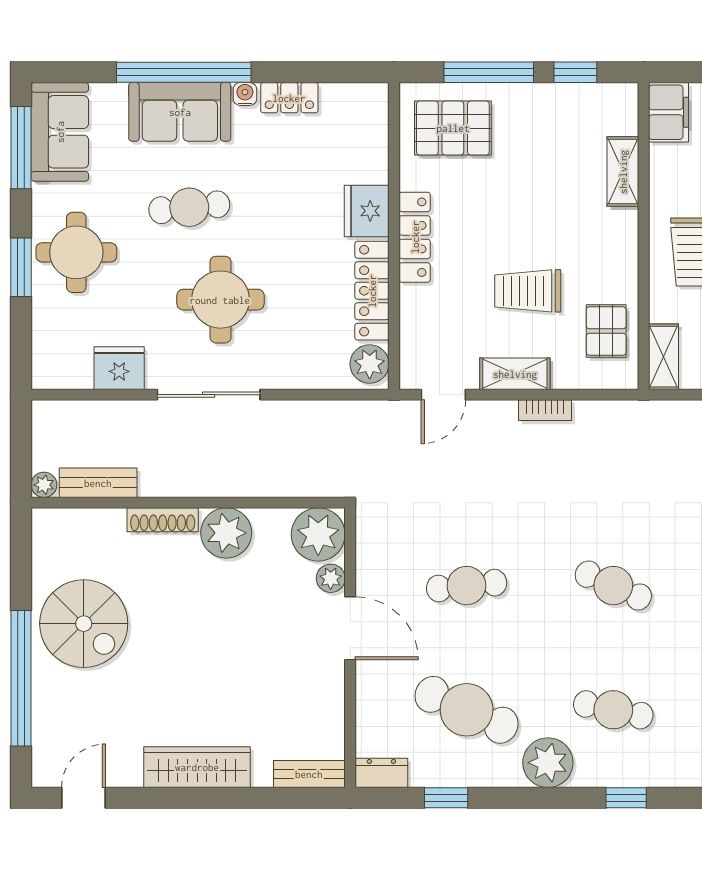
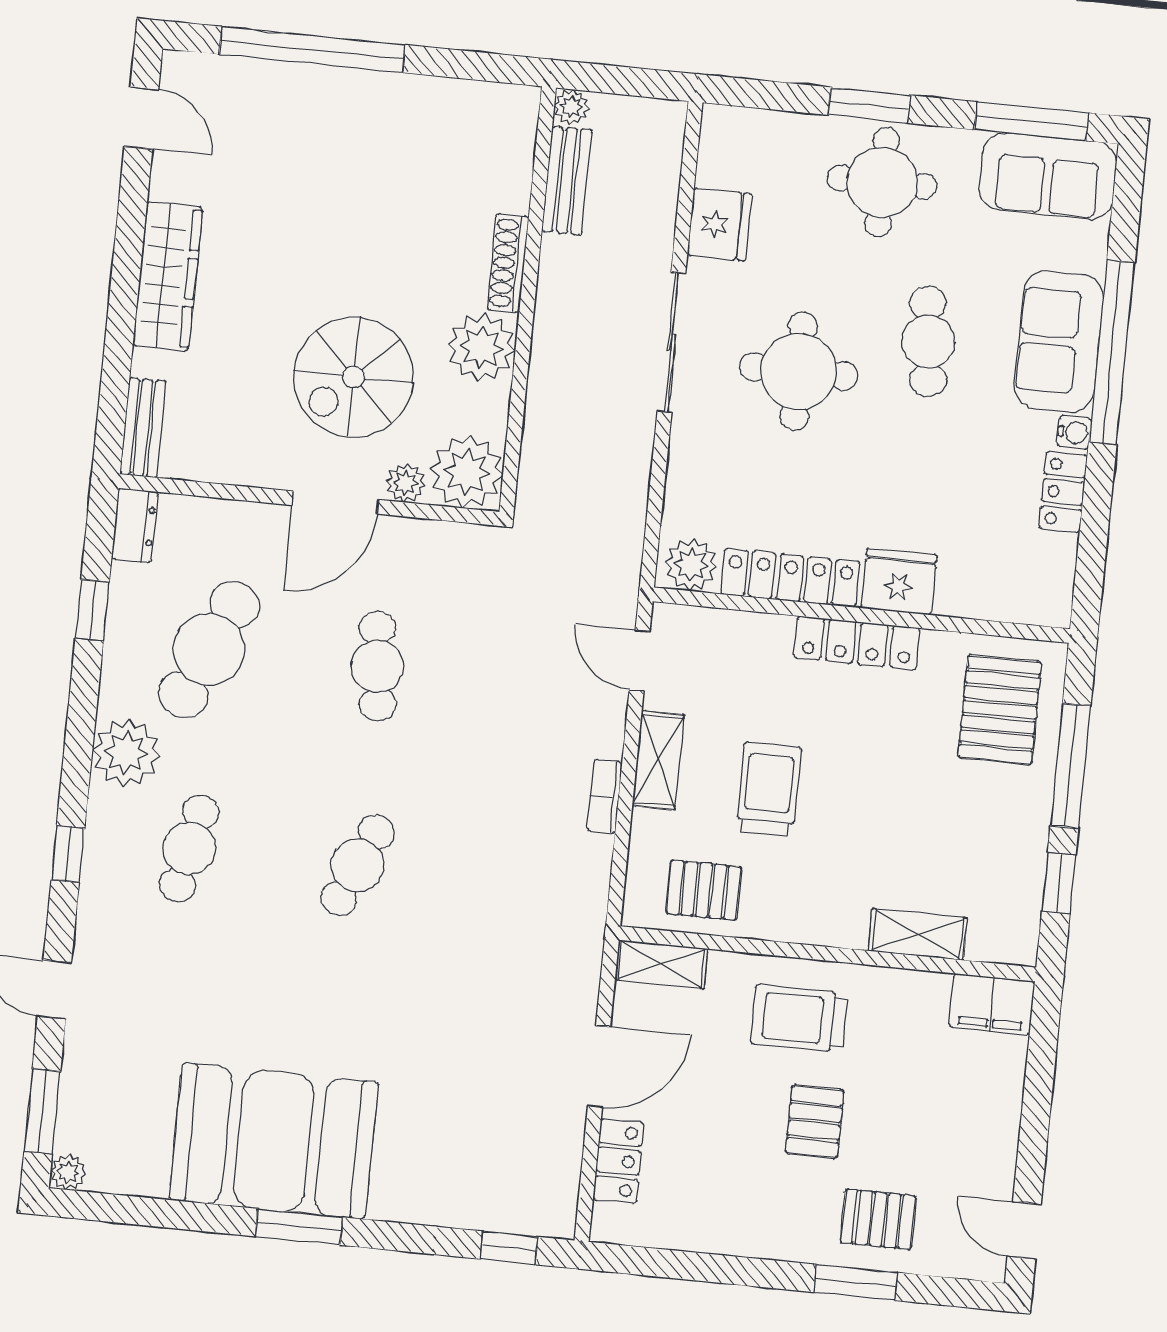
spiral stairs: (84, 624) -> (354, 377), moved

